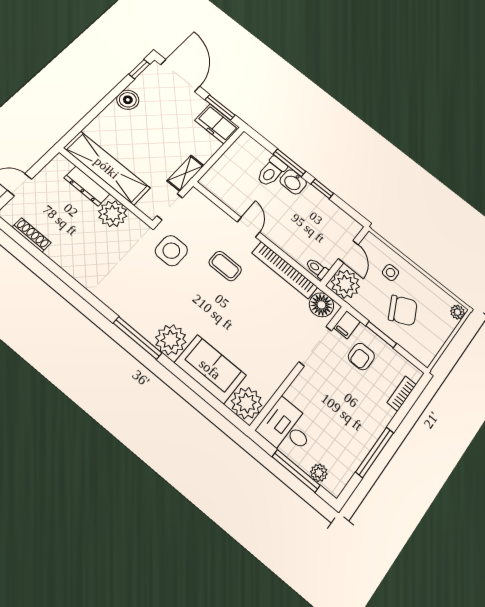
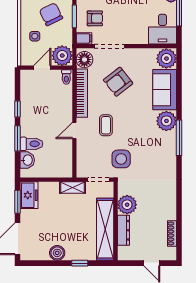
window: (139, 69) -> (80, 263), moved
washbasin: (293, 182) -> (27, 160), moved
armchair: (265, 322) -> (118, 82), added

